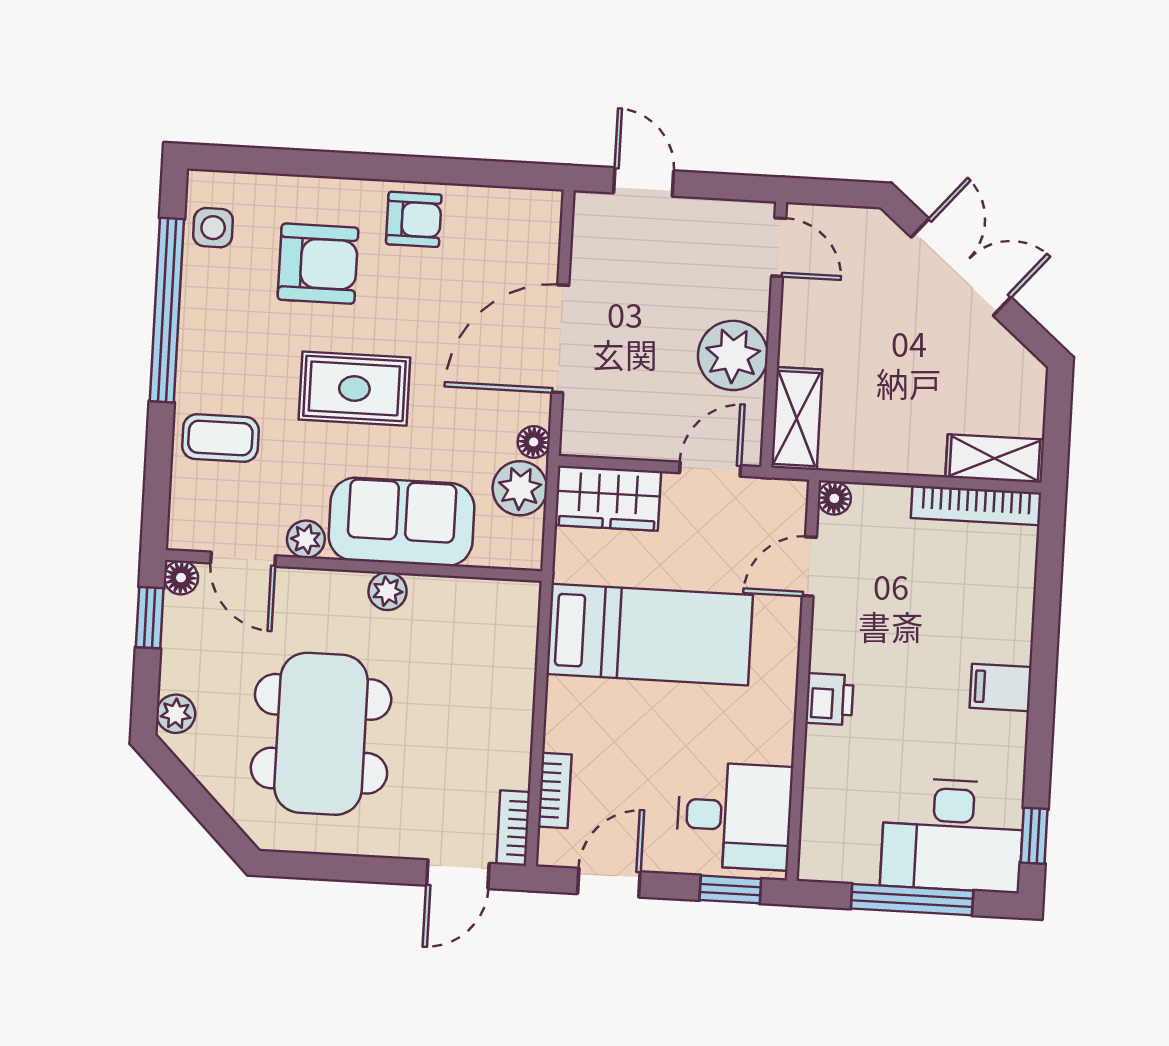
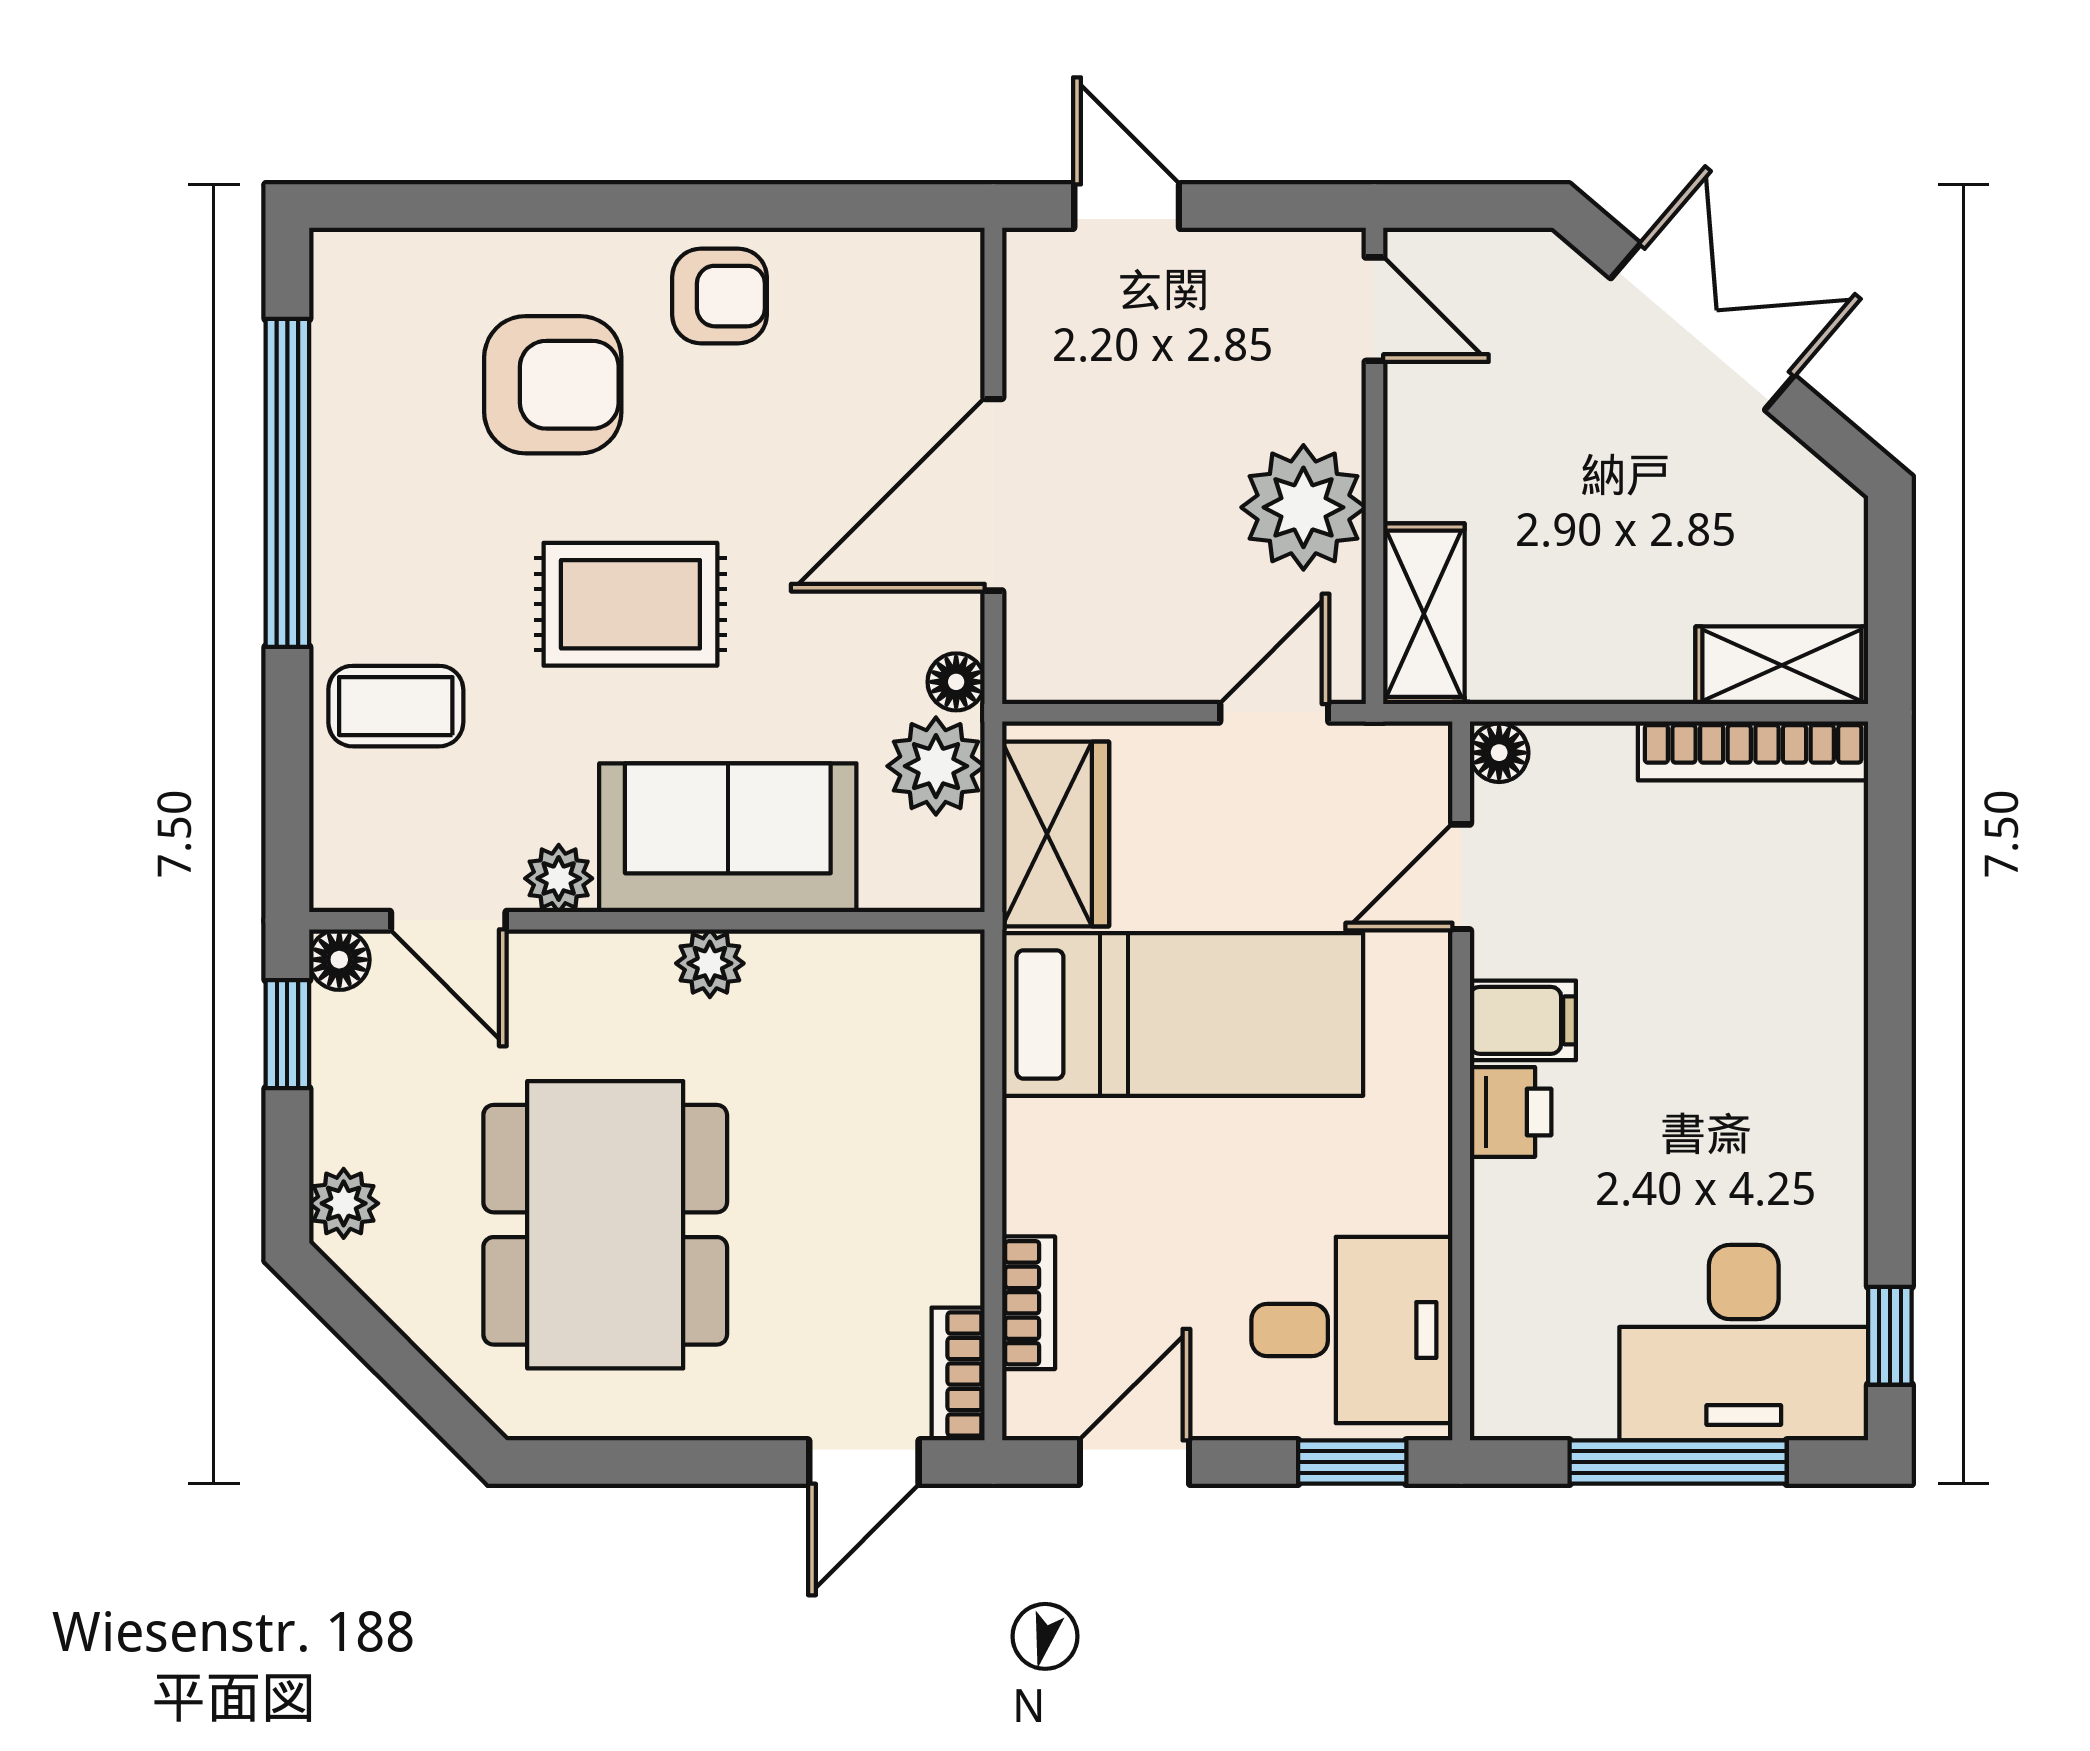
side table: (213, 228) -> (362, 331), removed
wardrobe: (608, 498) -> (1056, 834), moved, turned -90
filing cabinet: (1001, 687) -> (1523, 1020), moved, turned 180

